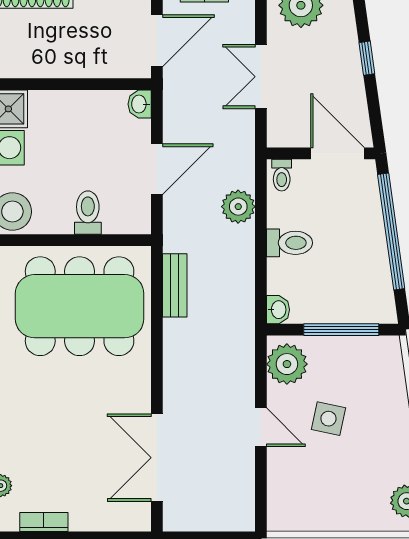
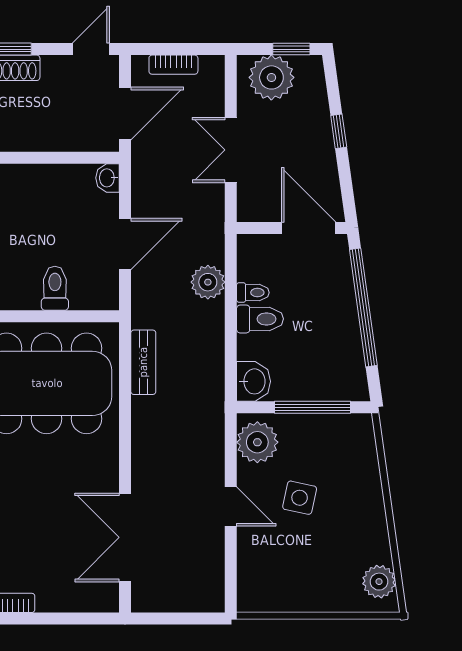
toilet: (282, 175) -> (253, 293), moved, turned -90
washbasin: (278, 310) -> (253, 381), width x1.38, depth x1.45

